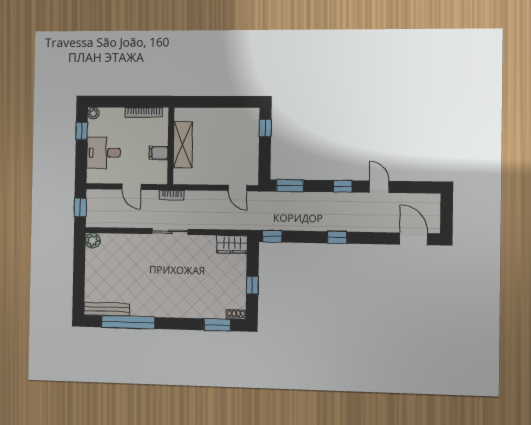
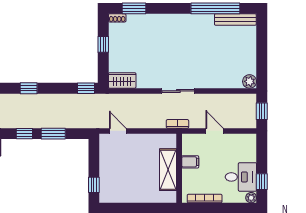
desk: (104, 153) -> (241, 177), moved
window: (290, 186) -> (53, 134), moved

